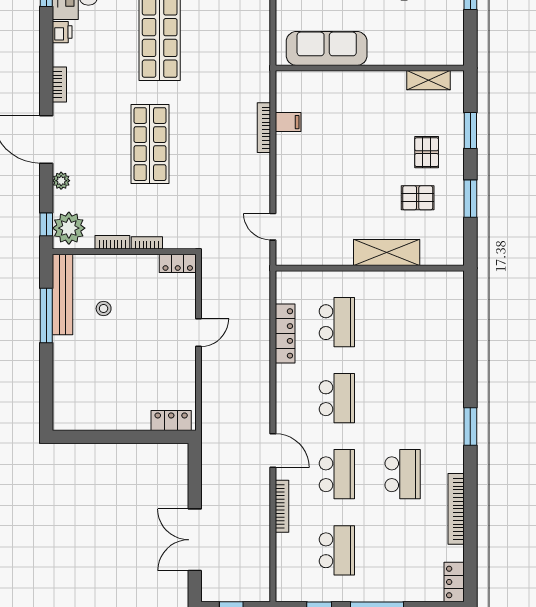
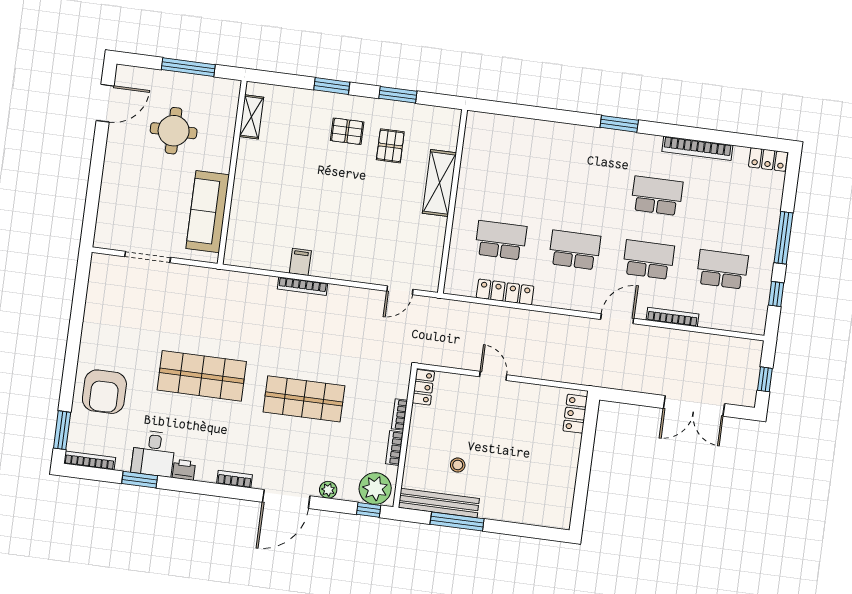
sofa: (327, 48) -> (208, 212), moved
wall: (370, 68) -> (232, 172), moved
shelving: (428, 80) -> (251, 117), moved

